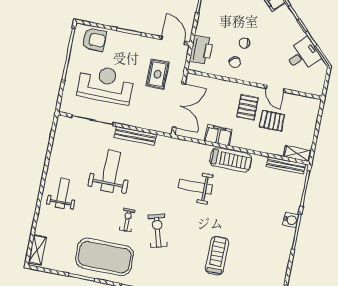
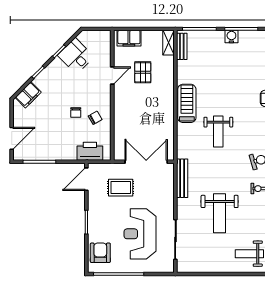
pallet: (248, 107) -> (135, 98), removed
filing cabinet: (218, 135) -> (129, 38), moved, turned -90
bench: (135, 136) -> (182, 178), moved
bench: (286, 165) -> (182, 46), width x0.73
weight bench: (110, 171) -> (220, 213), turned -90

